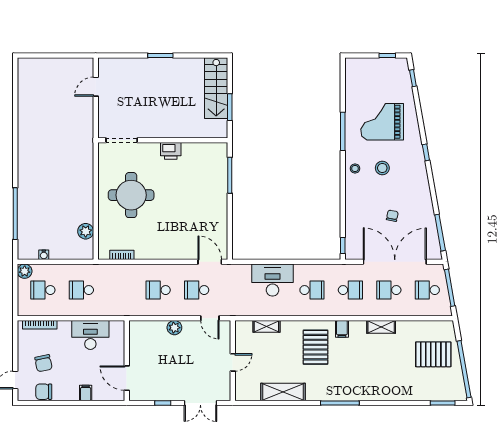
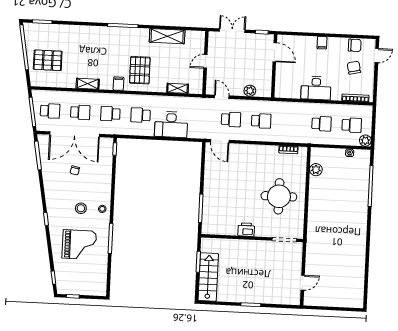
wall: (127, 361) -> (274, 66), moved
door: (127, 378) -> (275, 52), moved

